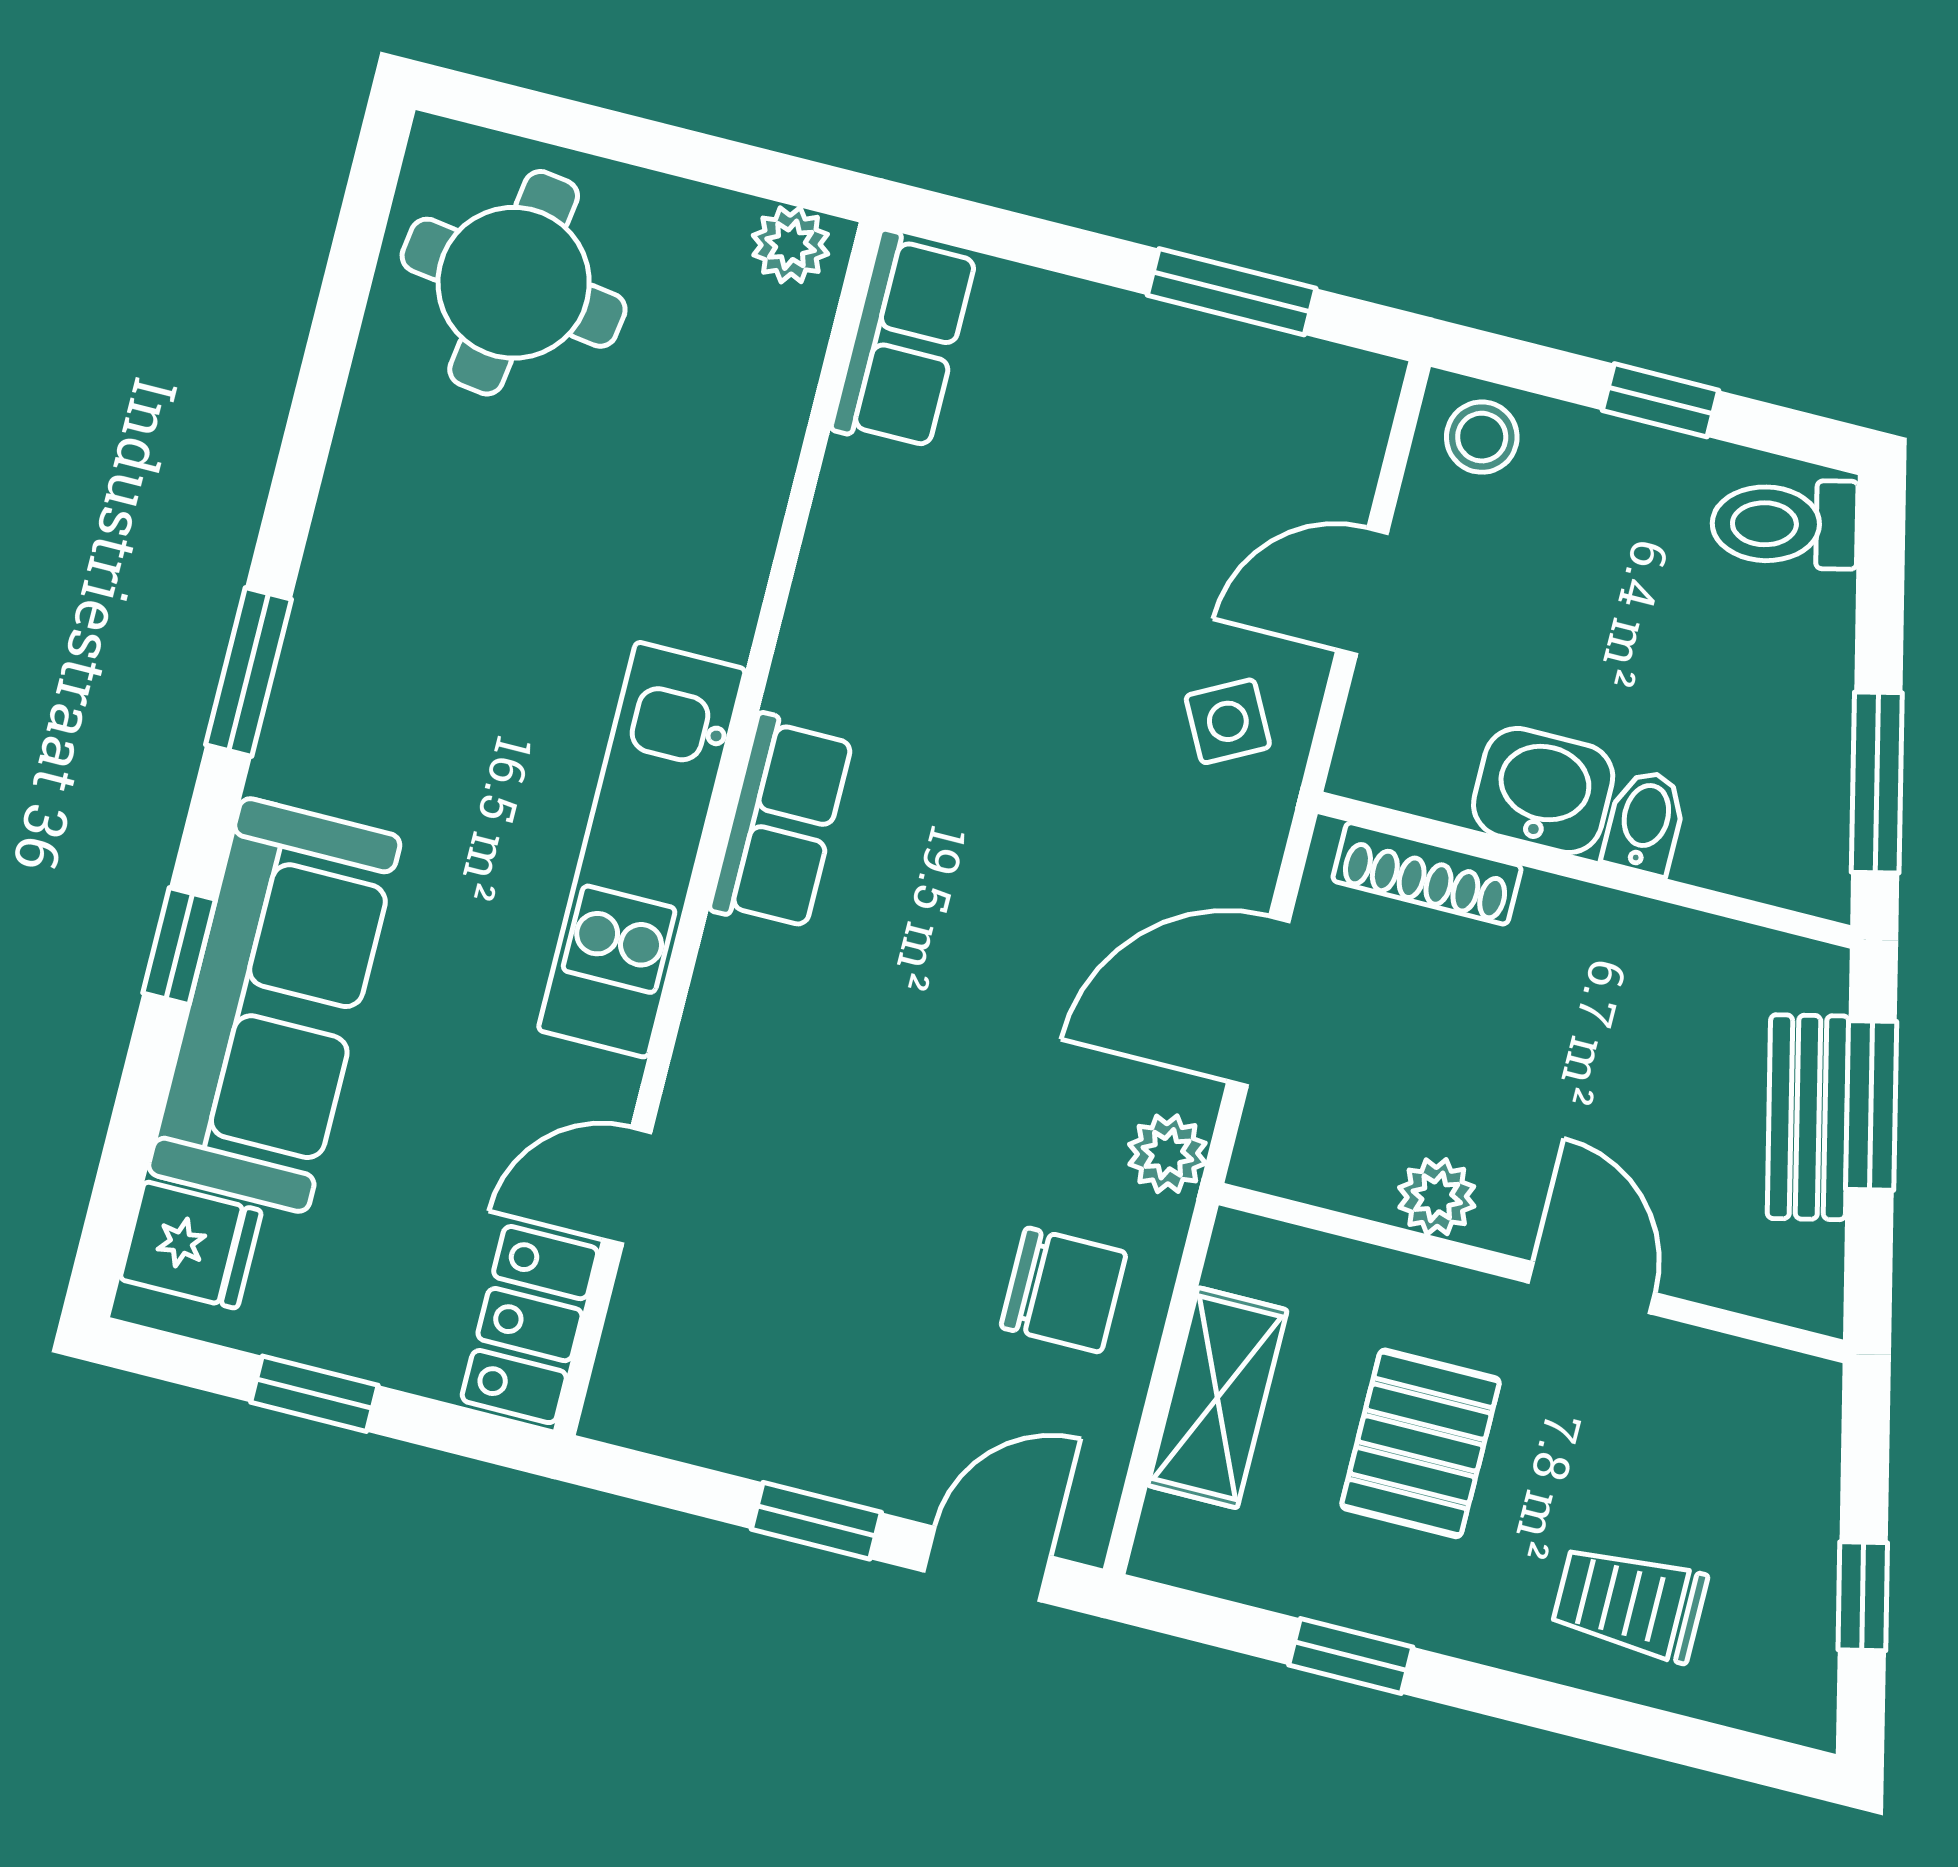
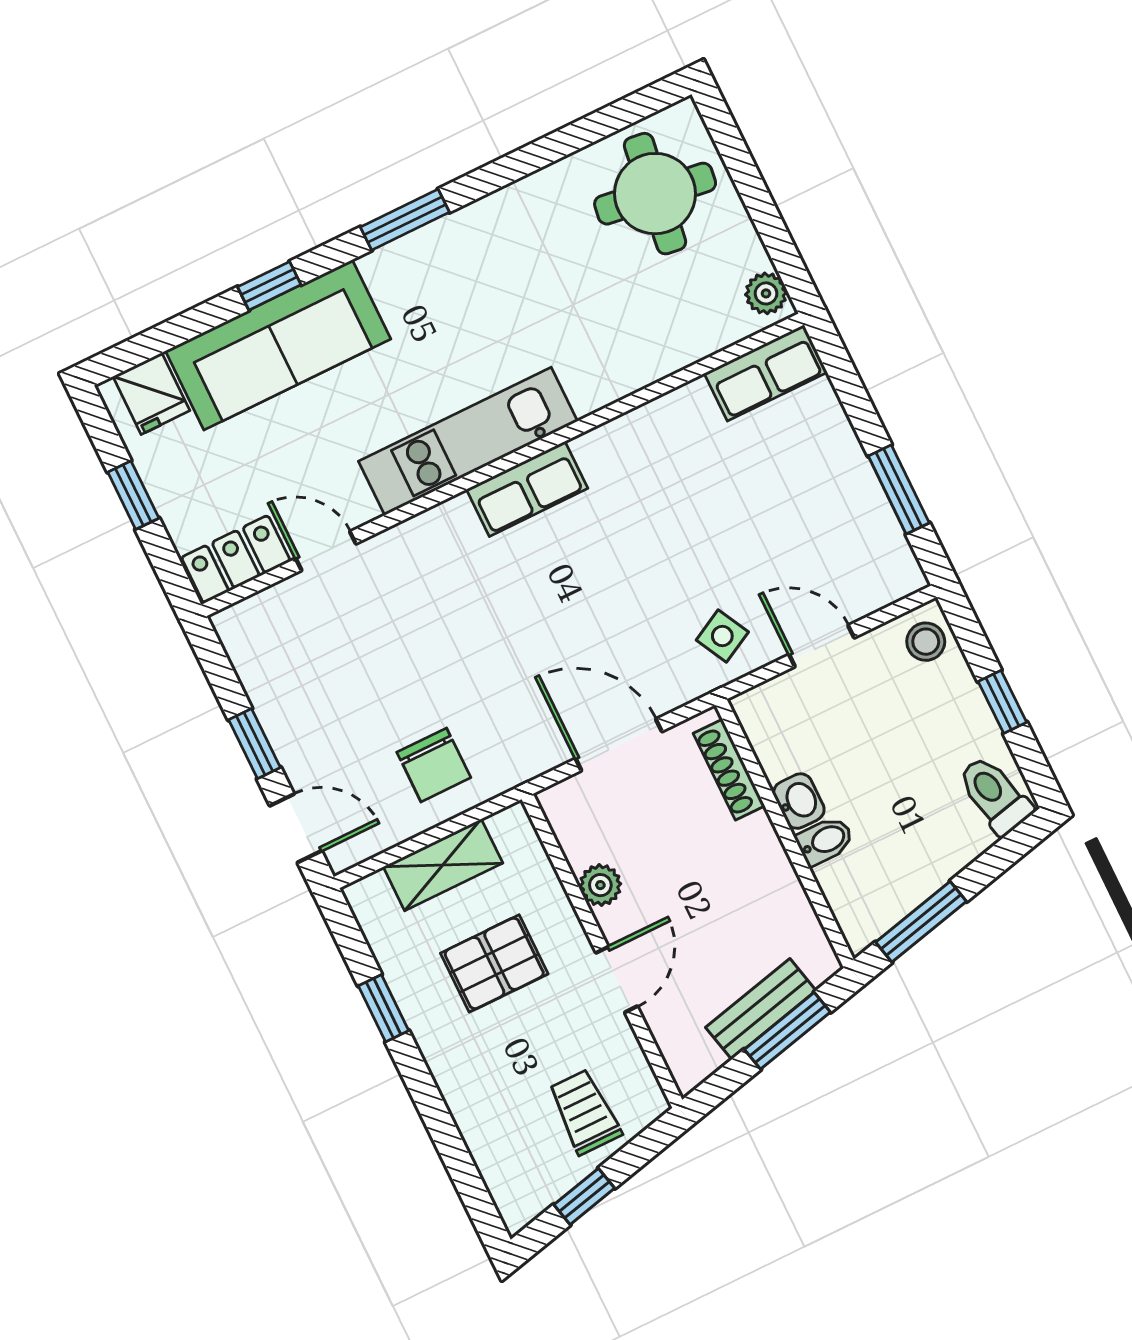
washbasin: (1543, 791) -> (799, 801), width x0.72, depth x0.69
plant: (1167, 1154) -> (525, 760), removed
trolley: (1630, 1603) -> (585, 1112), moved

